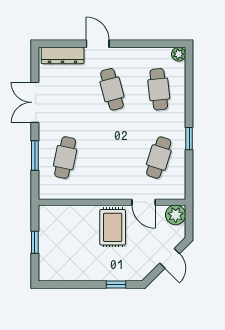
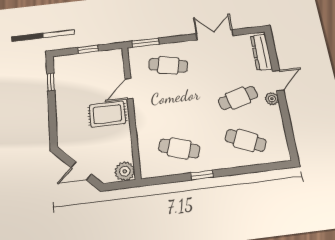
plant: (179, 54) -> (272, 99), moved
cafe table: (159, 89) -> (246, 140), turned 30
window: (35, 156) -> (146, 43), moved
door: (144, 202) -> (129, 89), moved
window: (116, 284) -> (51, 82), moved

